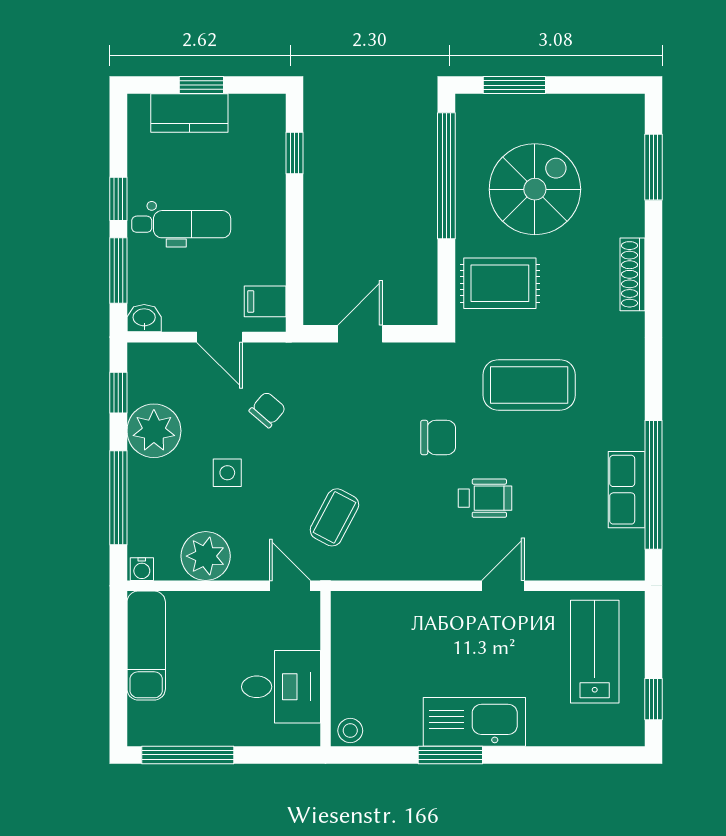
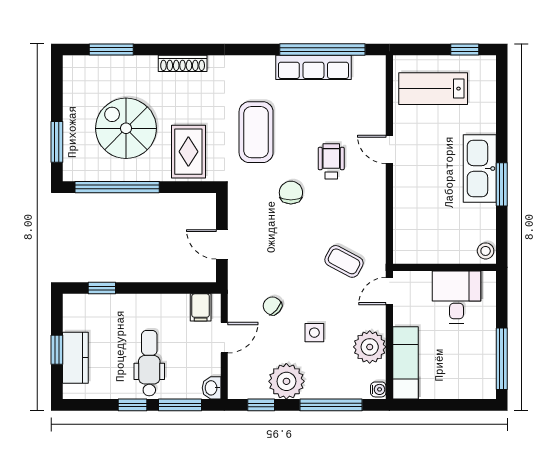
row of seats: (627, 490) -> (313, 67), width x1.48
exam couch: (146, 646) -> (406, 363), moved, turned 90

